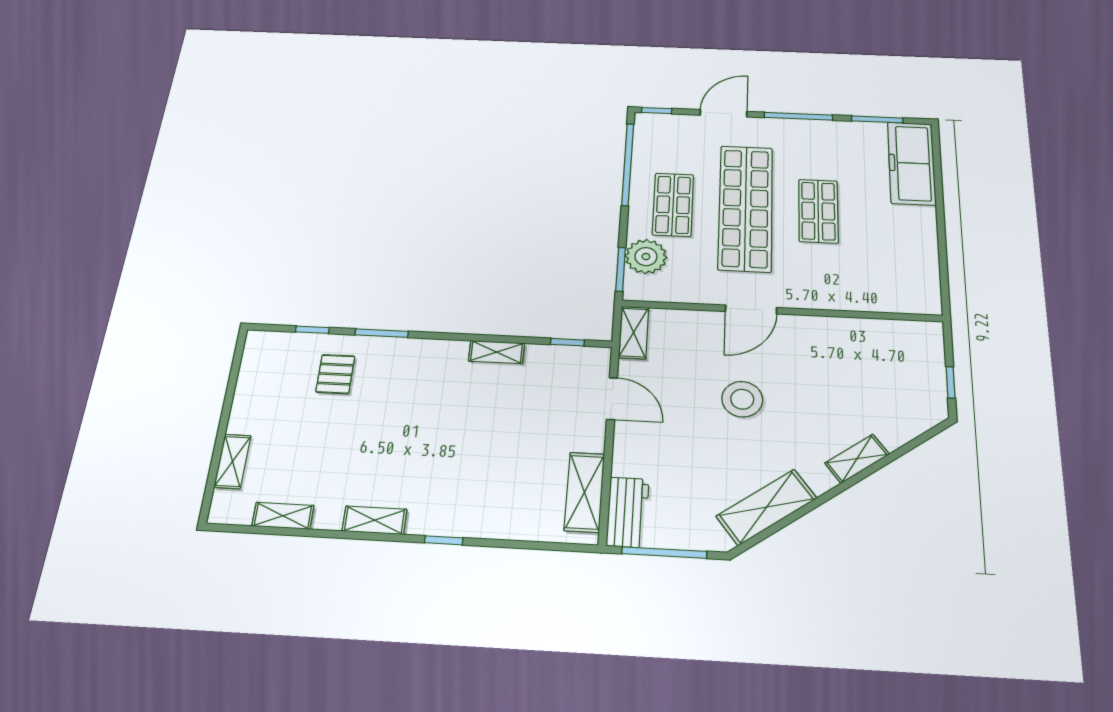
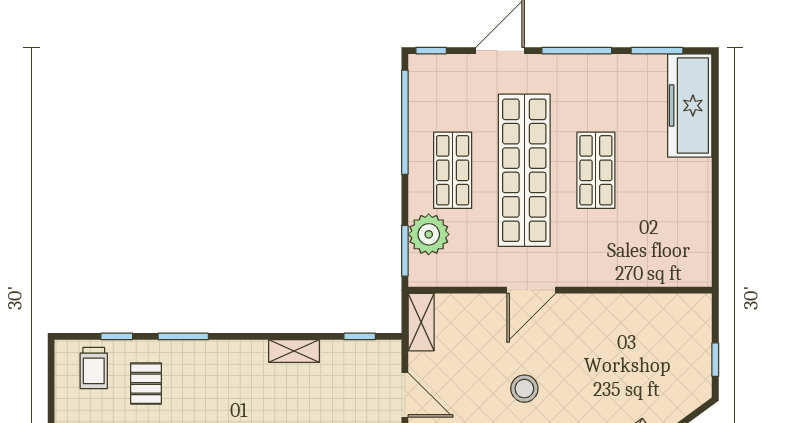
trolley: (283, 357) -> (94, 368), added
stool: (742, 399) -> (524, 389), width x0.73, depth x0.73

